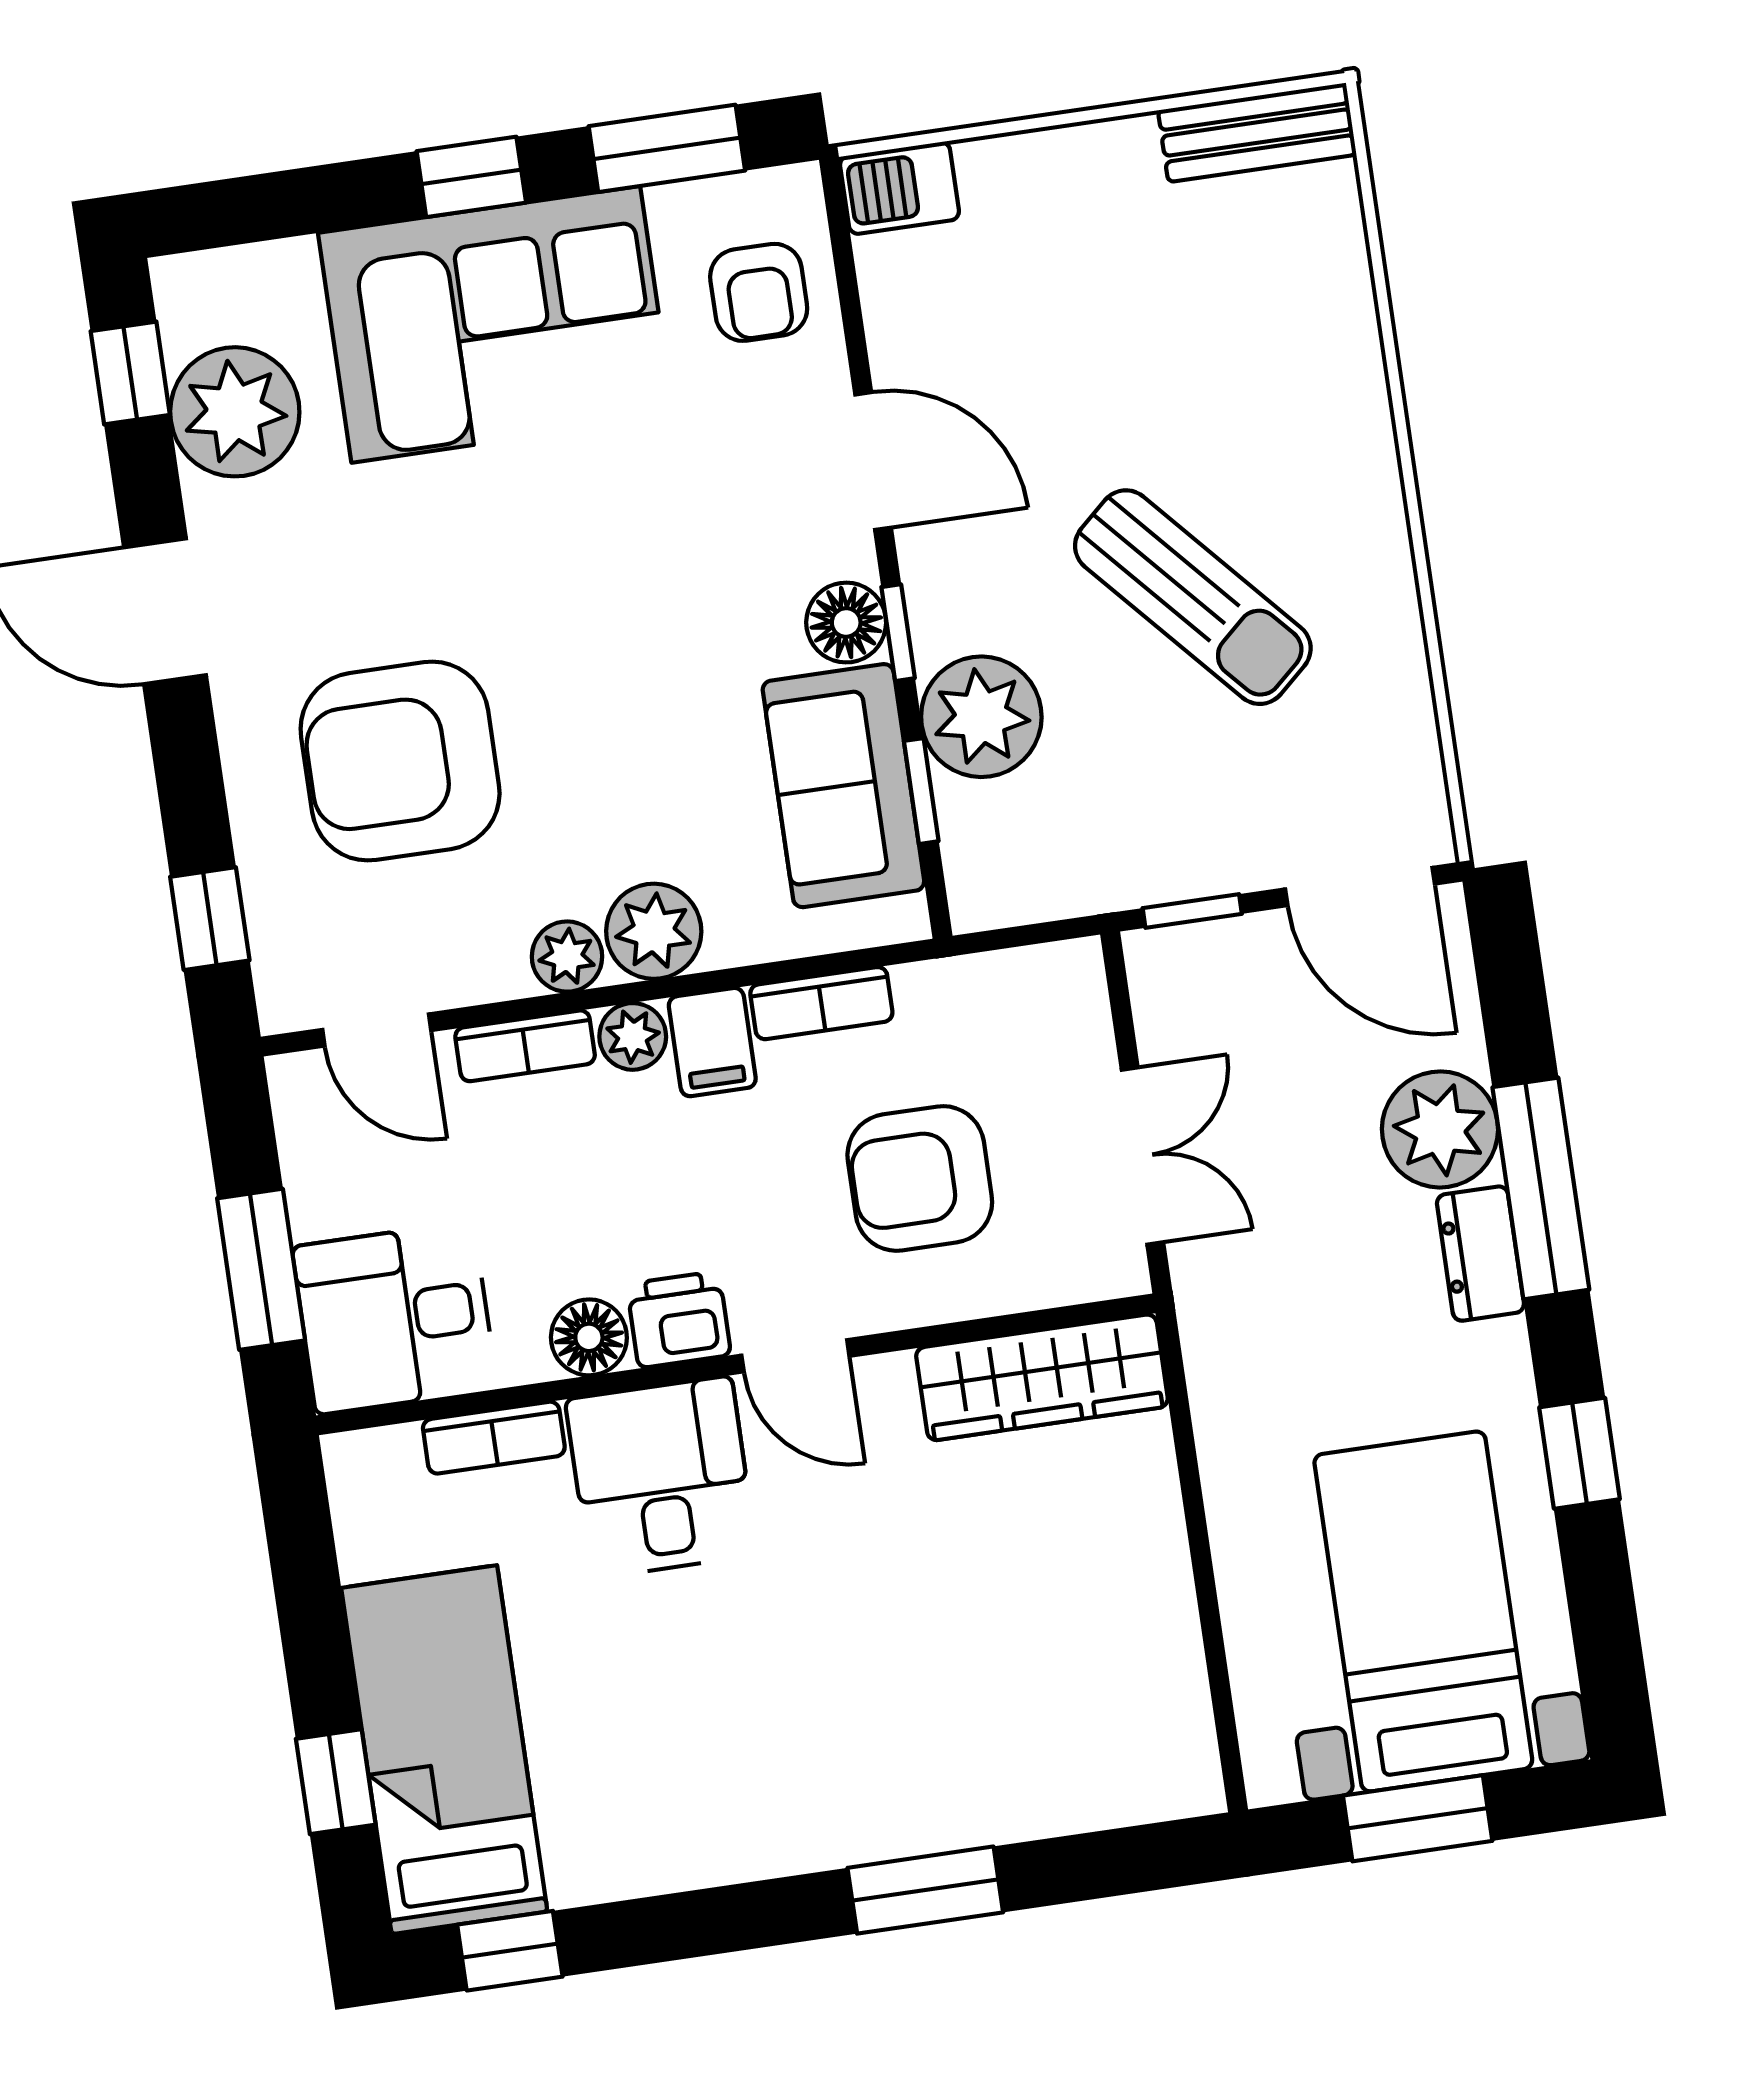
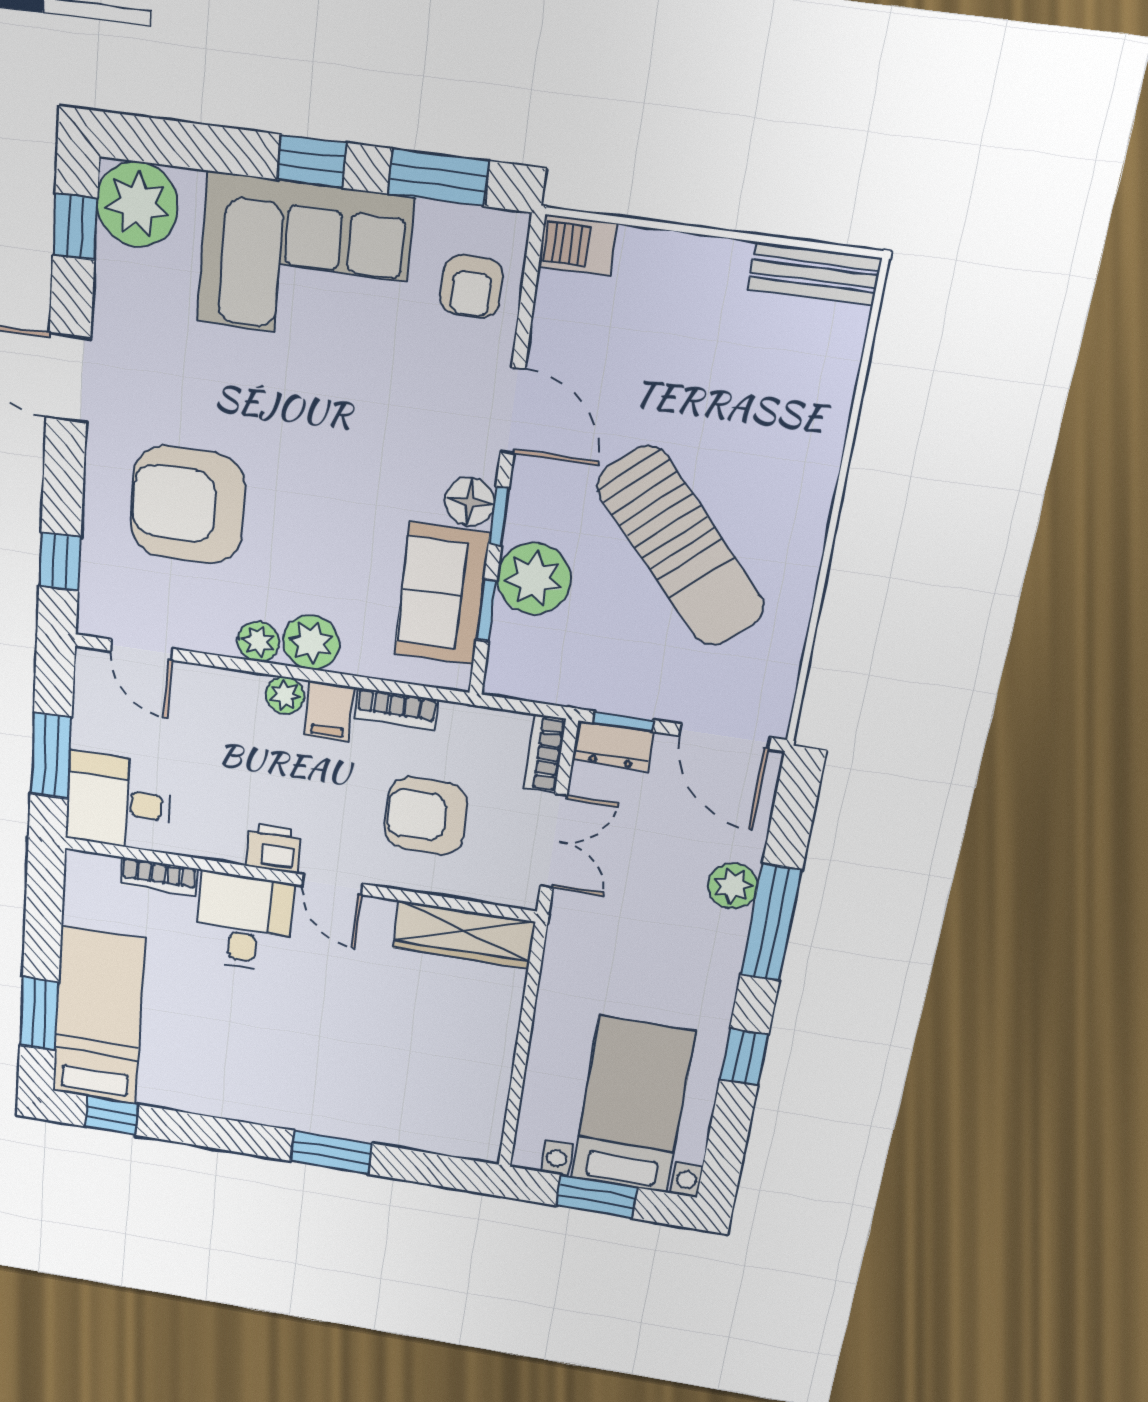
plant: (235, 412) -> (137, 204), moved
sun lounger: (1193, 597) -> (681, 547), width x1.36, depth x1.34
bookcase: (525, 1046) -> (545, 753), moved, turned 90
plant: (1440, 1129) -> (733, 886), width x0.73, depth x0.73
dresser: (1480, 1254) -> (613, 746), moved, turned -90
floor lamp: (589, 1337) -> (222, 843), removed
window: (336, 1782) -> (39, 1014), width x1.50

